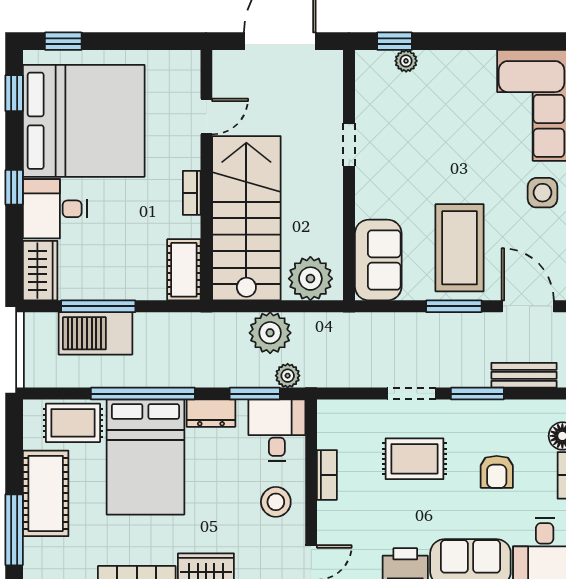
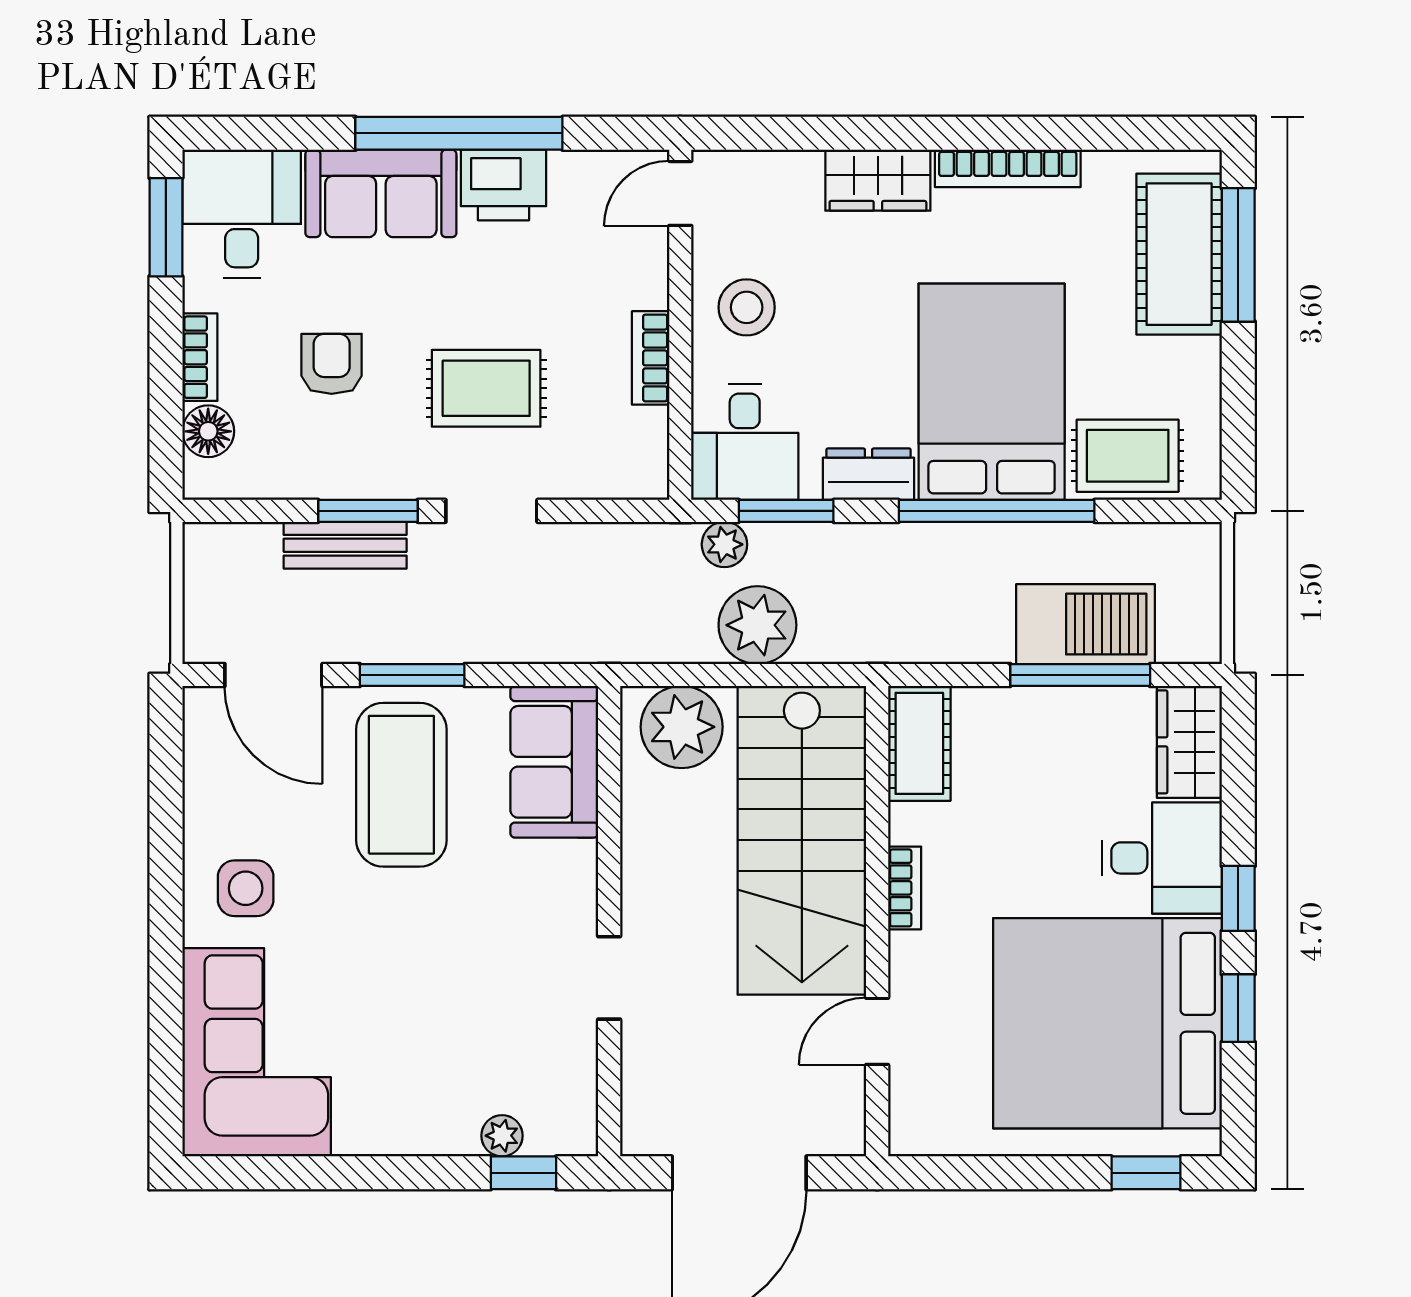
window: (14, 93) -> (1238, 1008), moved
bench: (524, 375) -> (345, 545), moved
cot: (46, 493) -> (1179, 254), moved

